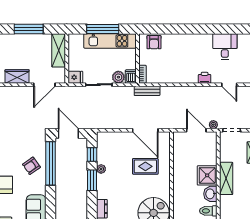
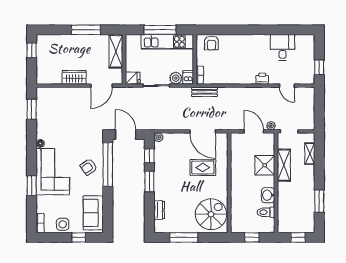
plant: (101, 169) -> (158, 137), moved
shower: (207, 175) -> (265, 165), moved
shelving: (226, 178) -> (284, 165), moved

